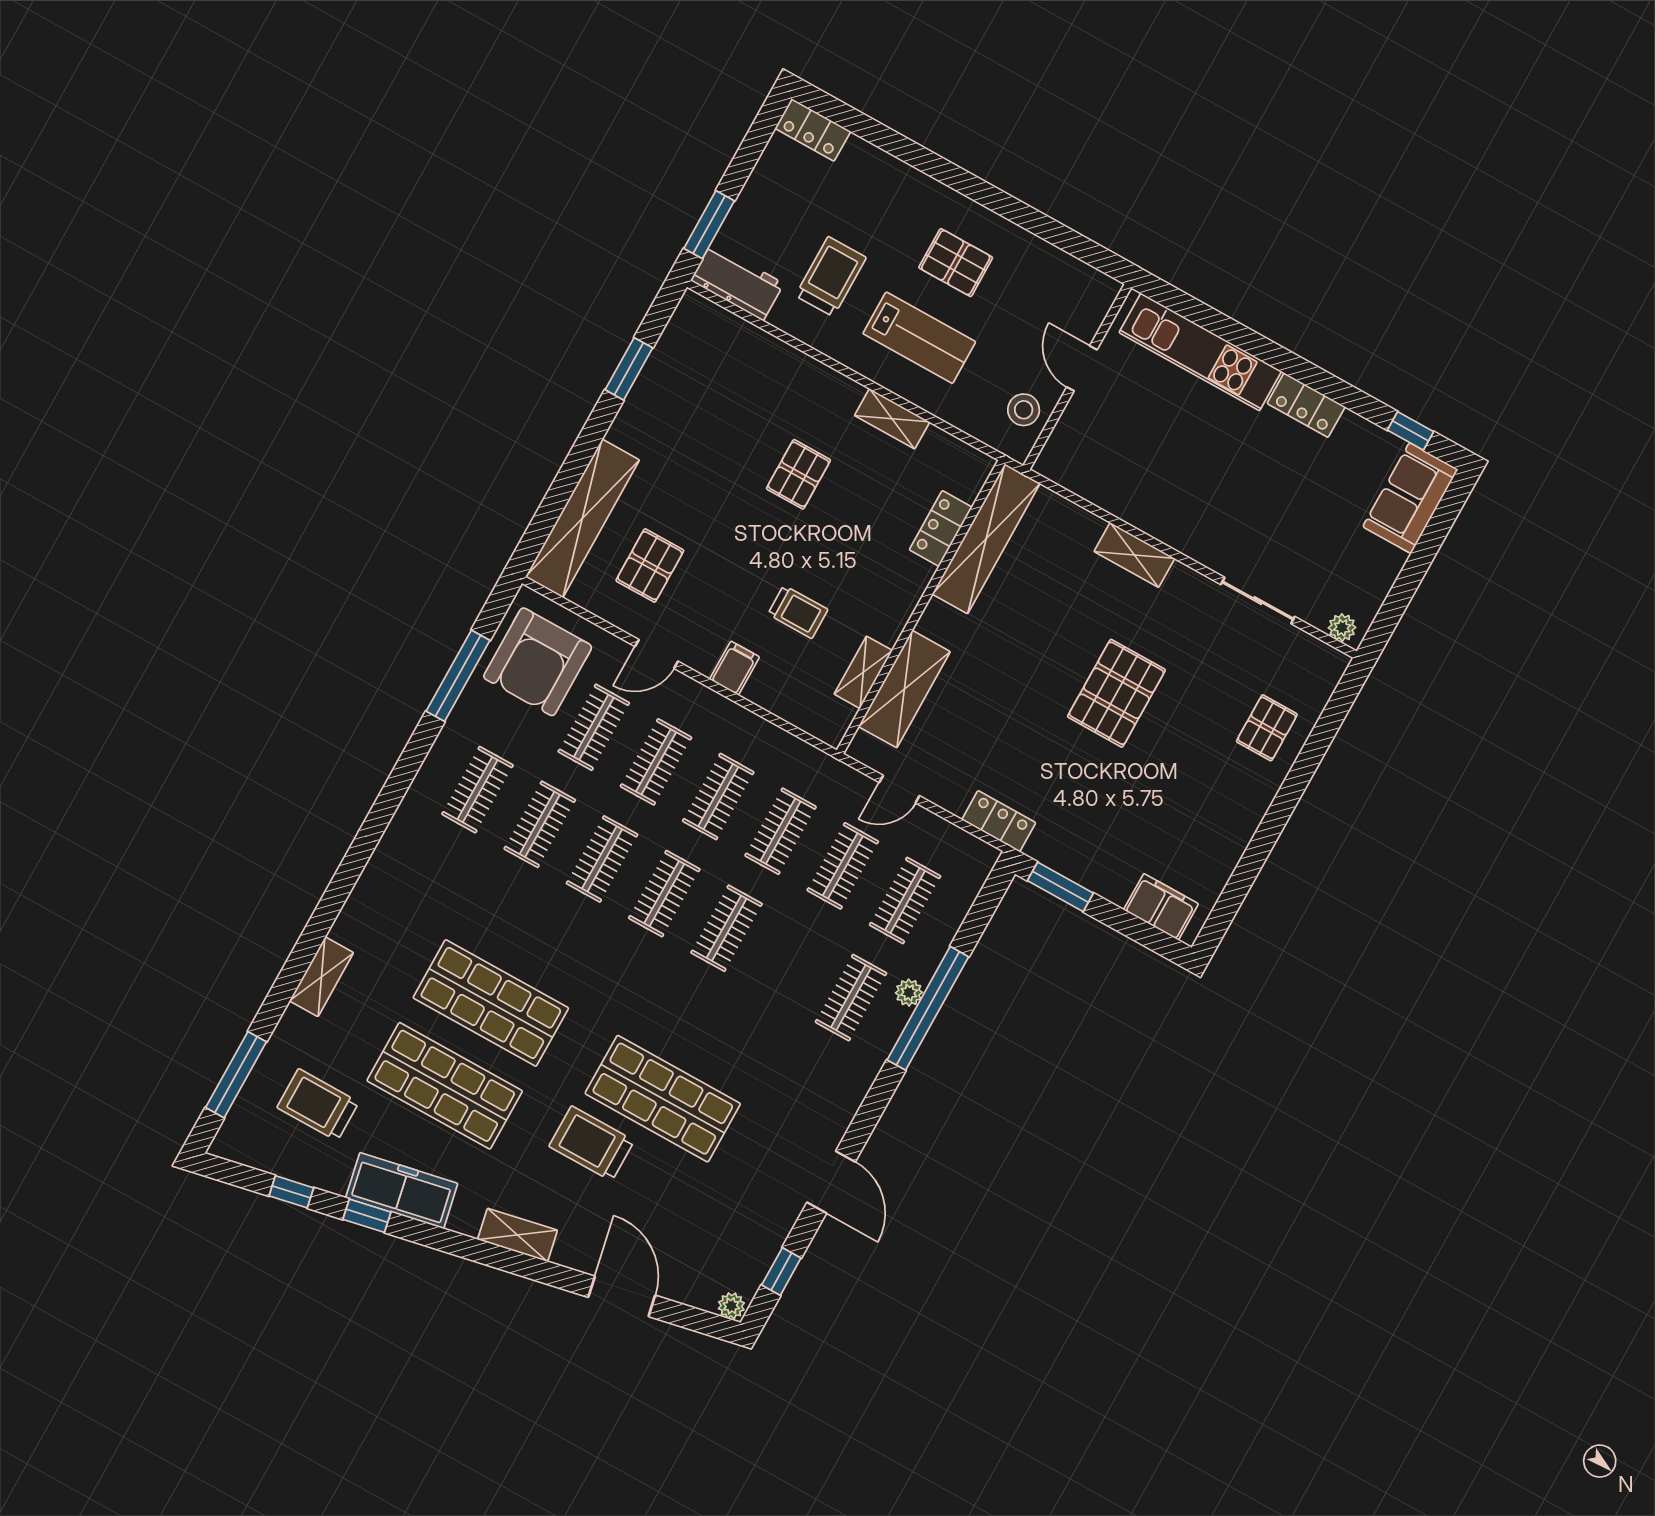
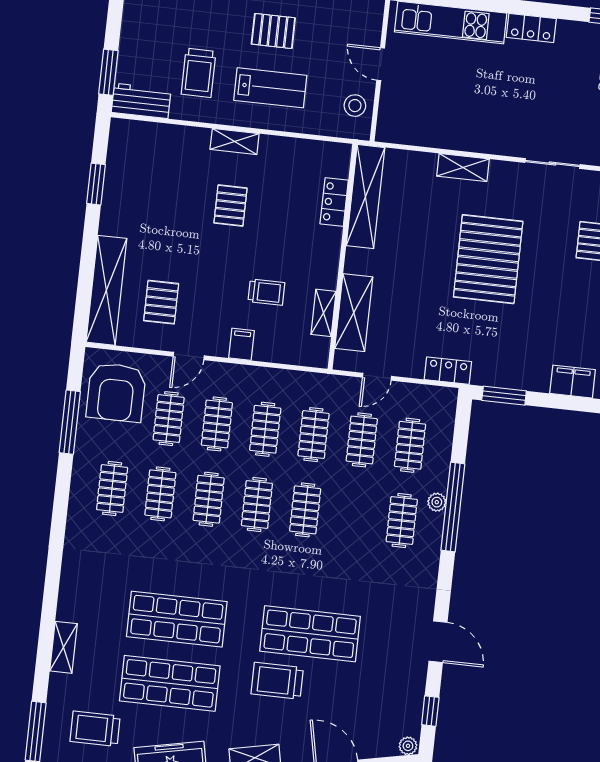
trolley: (831, 277) -> (199, 73), turned 180
shelving: (892, 419) -> (235, 142), moved
pallet: (1116, 693) -> (488, 259), width x1.37, depth x1.41

